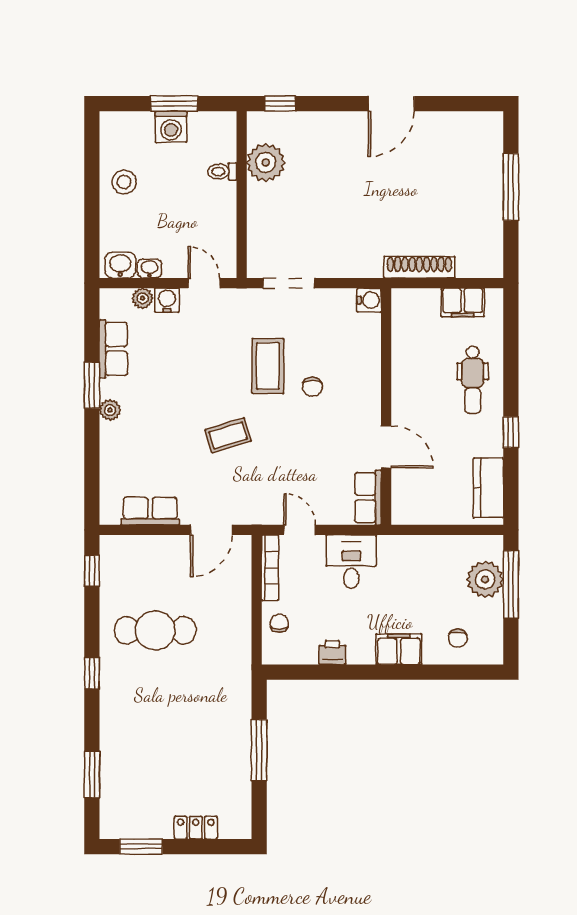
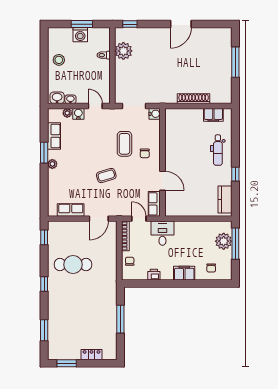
water cooler: (369, 300) -> (155, 114), moved
wall: (386, 406) -> (163, 162), moved
door: (386, 447) -> (163, 181), moved
row of seats: (368, 498) -> (154, 204), moved

